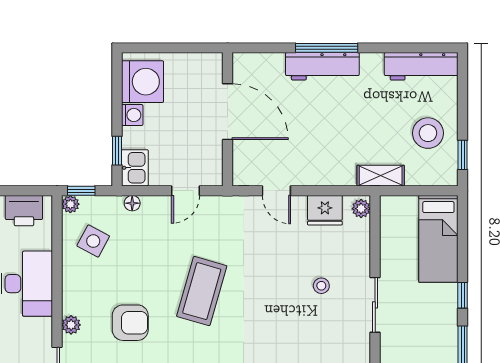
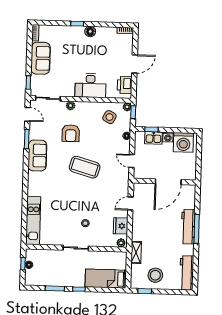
kitchen sink: (135, 168) -> (153, 138), moved

